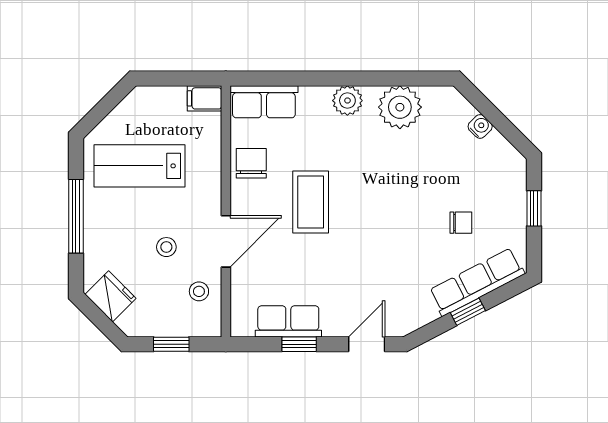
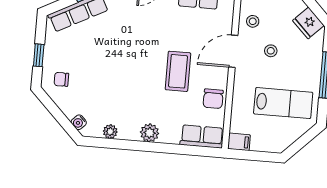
plant: (400, 107) -> (110, 132), width x0.53, depth x0.53
water cooler: (480, 126) -> (79, 122), moved
chair: (461, 223) -> (61, 79), moved

